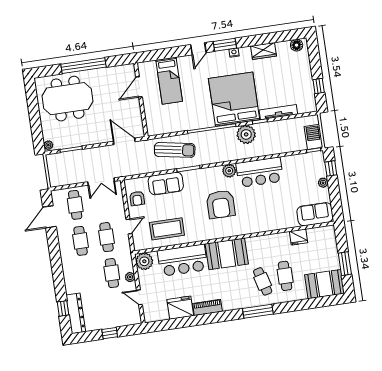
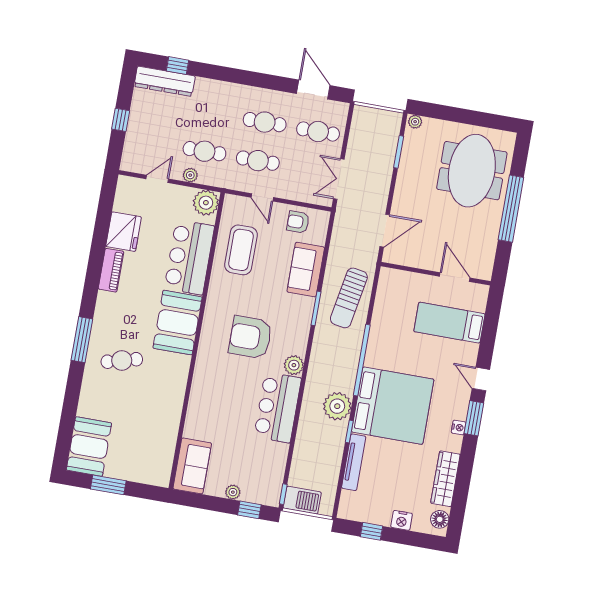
wardrobe: (264, 51) -> (445, 479), width x1.50
nightstand: (305, 69) -> (402, 520), added
fridge: (298, 237) -> (168, 432), removed
cafe table: (285, 276) -> (119, 395), removed

